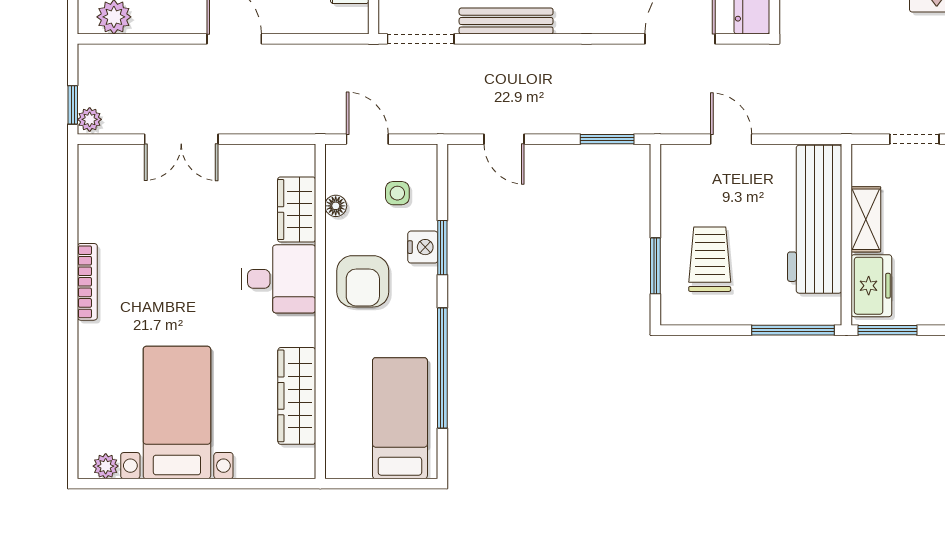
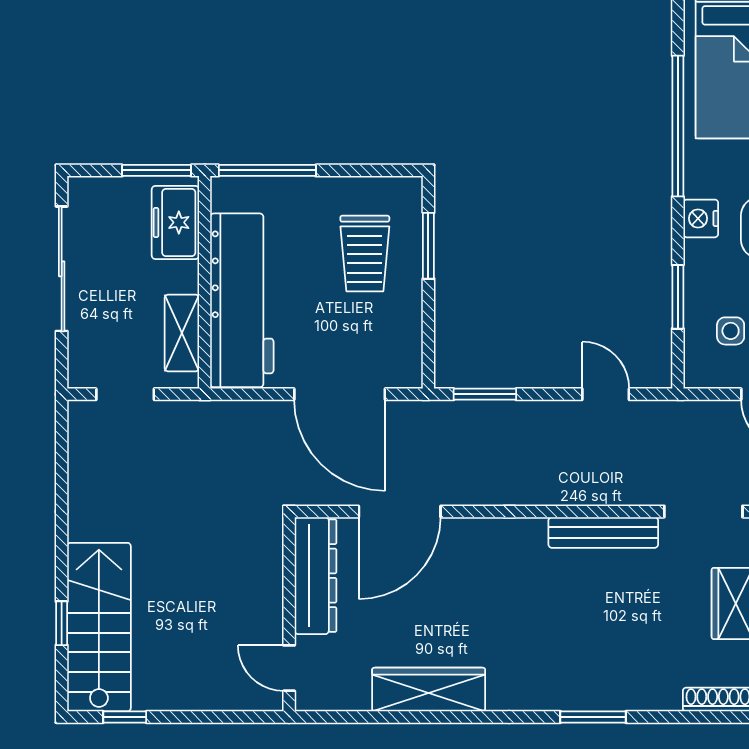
door: (731, 139) -> (340, 394), width x1.87
shelving: (866, 219) -> (182, 333), moved
nightstand: (423, 247) -> (701, 218), moved
window: (442, 248) -> (678, 297), moved

